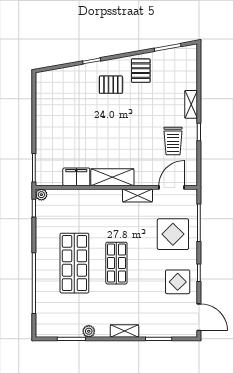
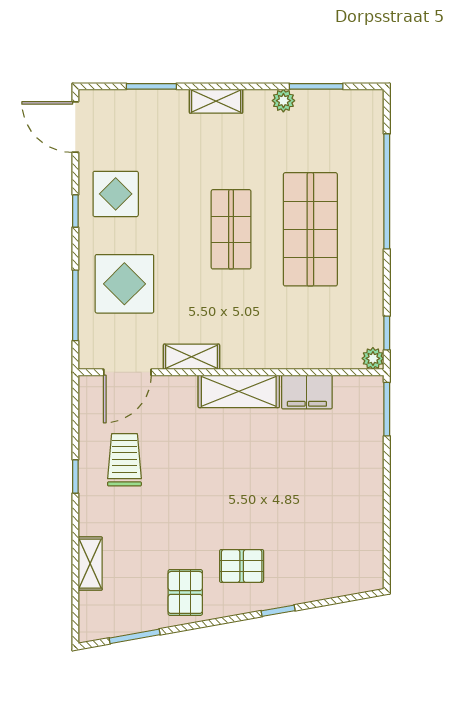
shelving: (191, 104) -> (90, 564), moved

